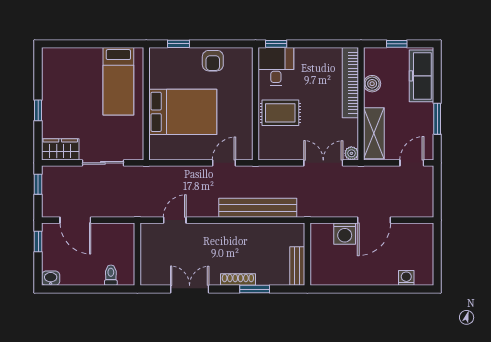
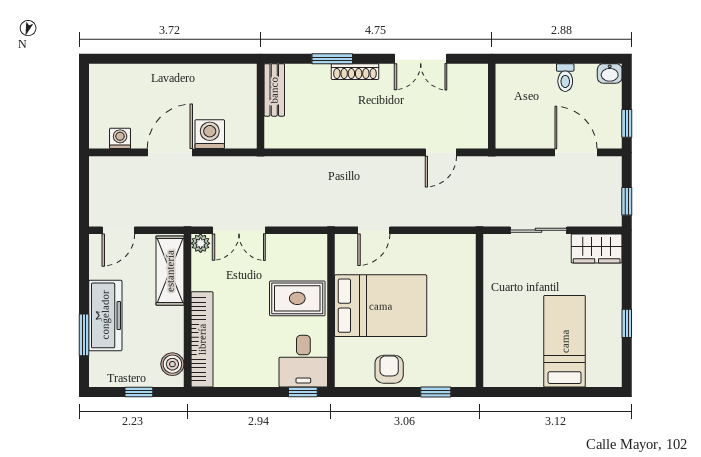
freezer: (421, 76) -> (105, 315), moved
bed: (118, 81) -> (565, 341), moved
boiler: (372, 84) -> (172, 364), moved
window: (38, 110) -> (627, 323), moved
bed: (183, 112) -> (381, 306), moved, turned 180
window: (437, 119) -> (84, 335), moved
bench: (258, 208) -> (328, 169), removed
toilet: (111, 275) -> (565, 78), moved
washing machine: (406, 278) -> (120, 138), moved, turned 180

